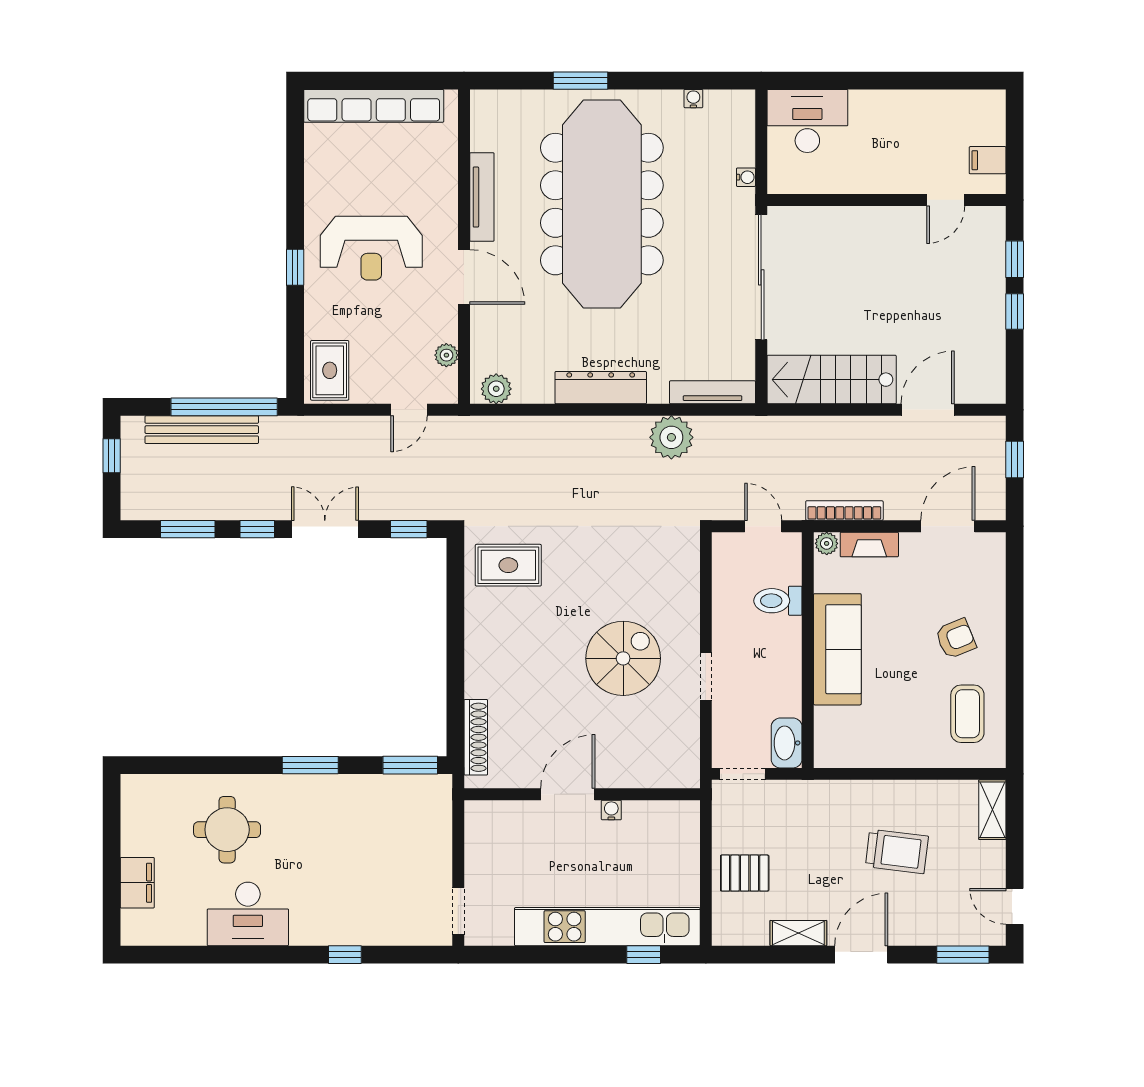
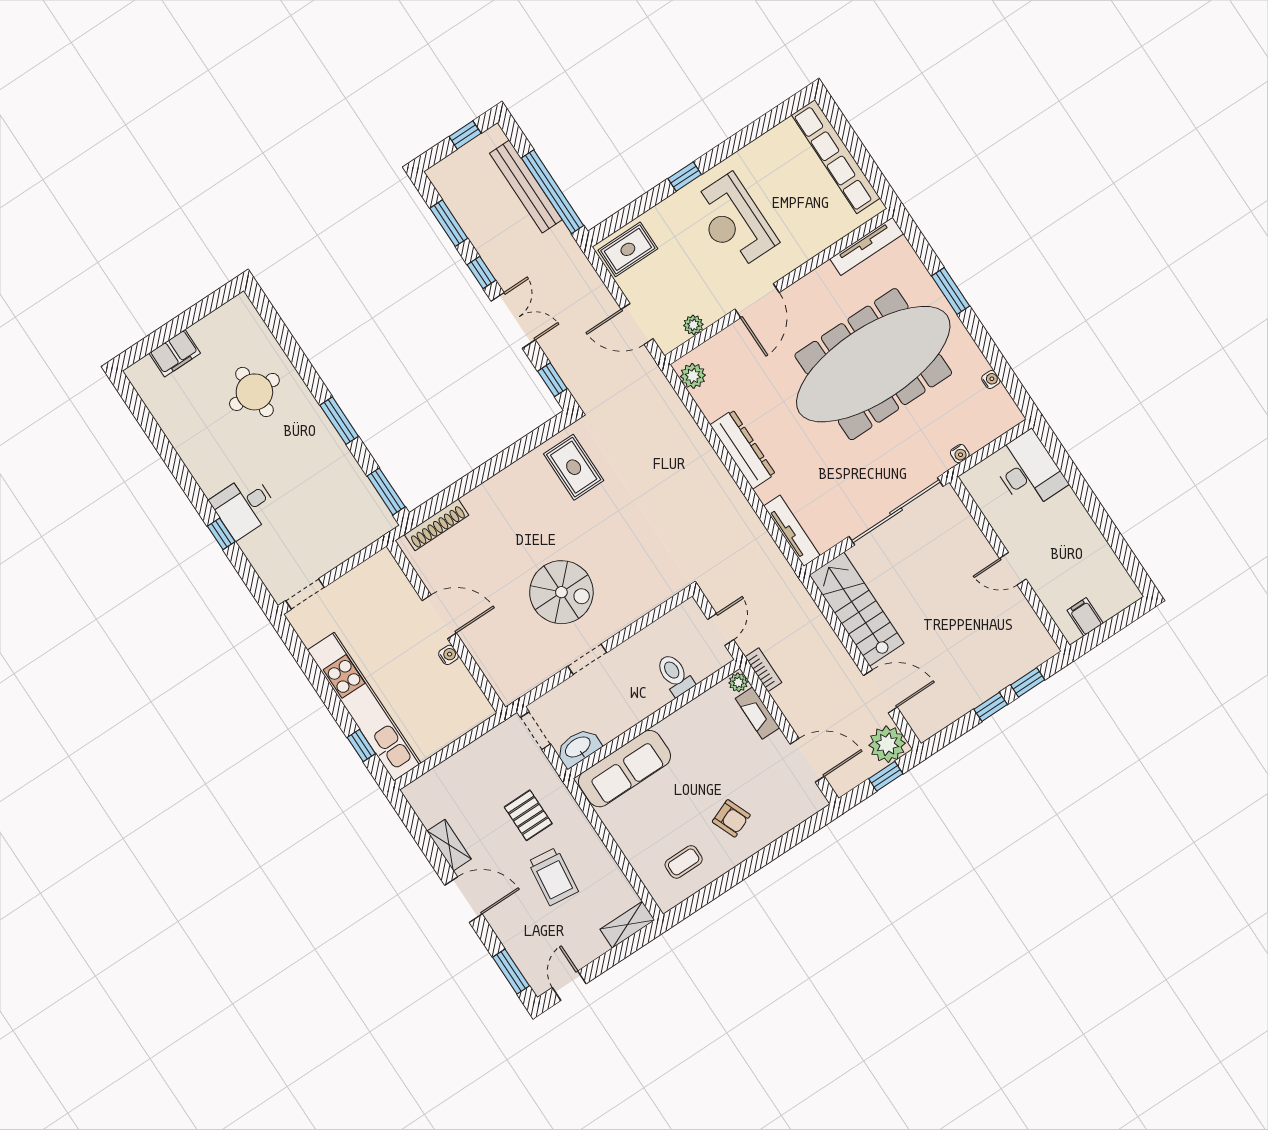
tv unit: (482, 197) -> (867, 246), moved
door: (946, 200) -> (1013, 569), moved
door: (409, 410) -> (637, 324), width x1.38
plant: (671, 437) -> (887, 744), moved
bookcase: (844, 511) -> (763, 670), width x0.64
sofa: (837, 649) -> (624, 769), moved
coffee table: (967, 714) -> (684, 862), width x0.73, depth x0.77
pallet: (745, 873) -> (528, 815), moved
desk: (248, 914) -> (244, 506), moved, width x0.73

